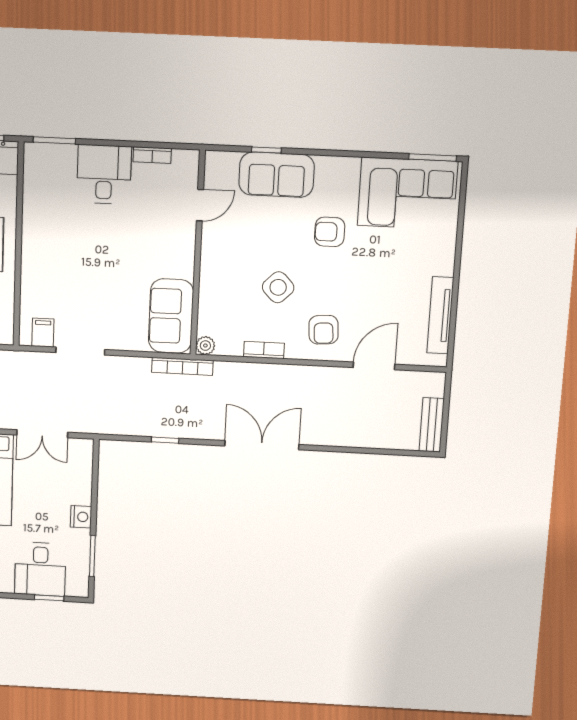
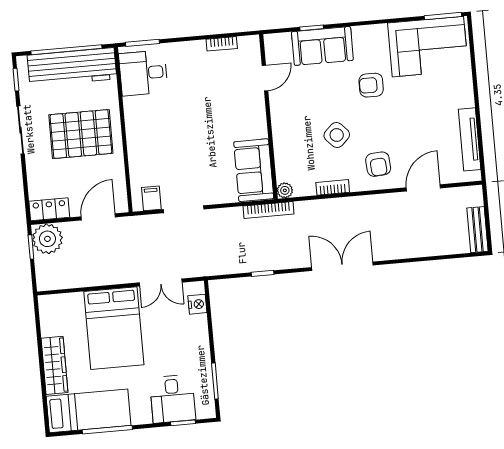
desk: (104, 174) -> (143, 73), moved, turned -90
nightstand: (81, 517) -> (197, 304), moved

